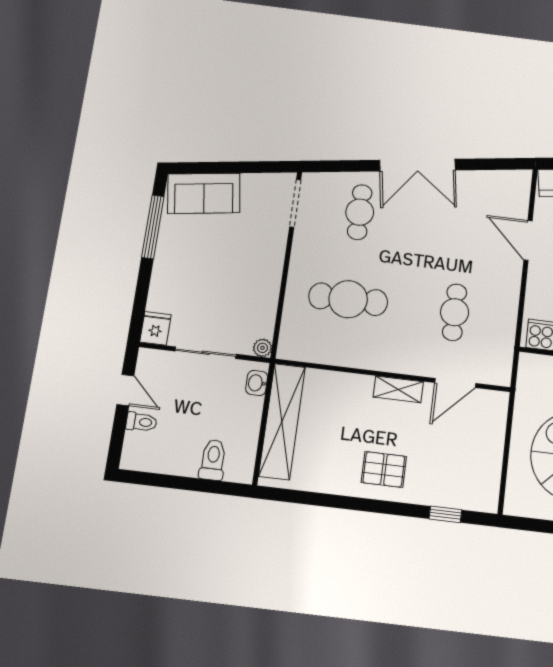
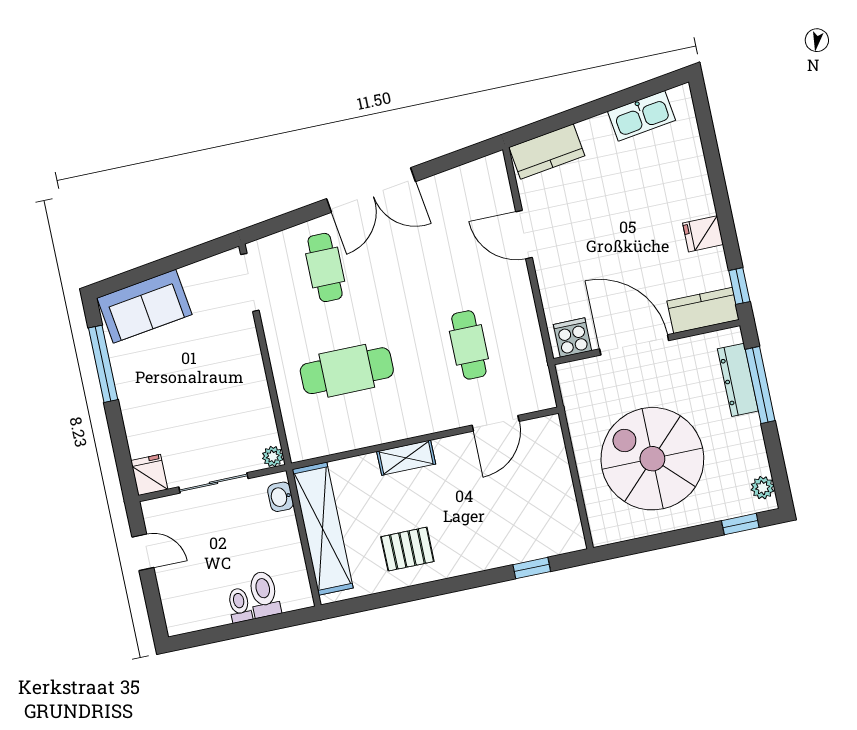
shelving: (398, 389) -> (406, 458), moved
toilet: (141, 422) -> (240, 605), moved, turned -90
pallet: (384, 469) -> (407, 549), moved

